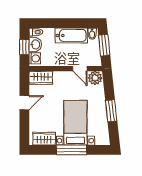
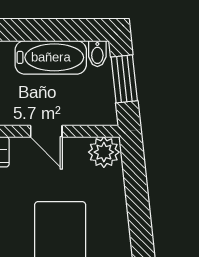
door: (80, 69) -> (46, 131), moved
window: (111, 111) -> (140, 225), removed

